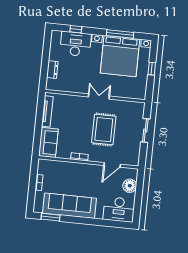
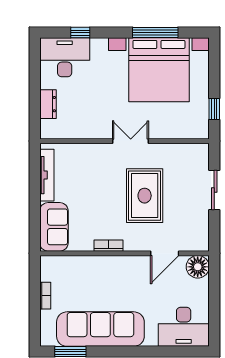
desk: (76, 44) -> (65, 57), moved
window: (152, 69) -> (214, 109), moved
floor lamp: (130, 186) -> (198, 267), moved

